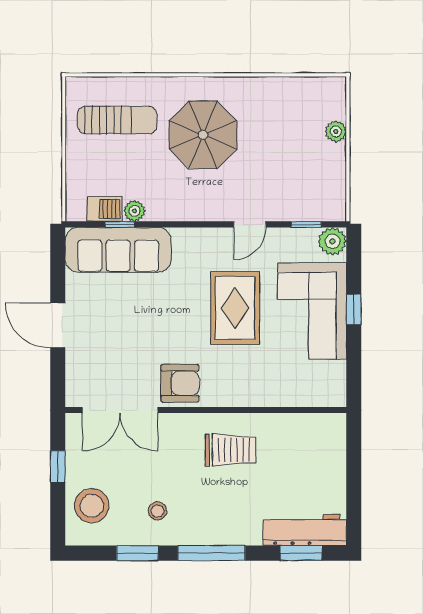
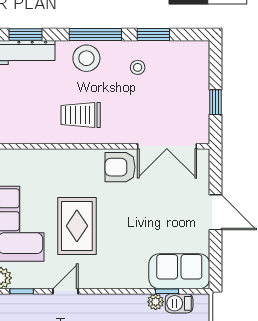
sofa: (118, 250) -> (179, 271), width x0.73
double door: (120, 410) -> (167, 146), swing flipped
stool: (92, 506) -> (86, 58), moved

